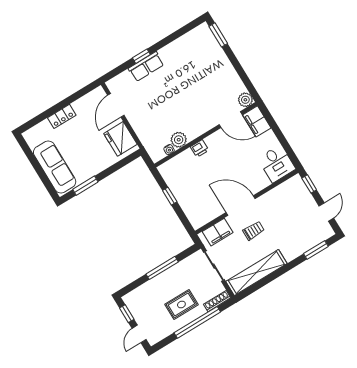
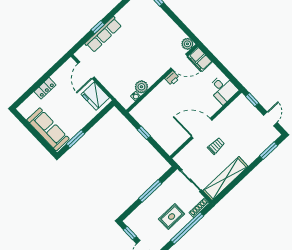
row of seats: (146, 67) -> (103, 34), width x1.48
printer: (200, 149) -> (172, 78), moved
filing cabinet: (218, 232) -> (188, 153), removed

